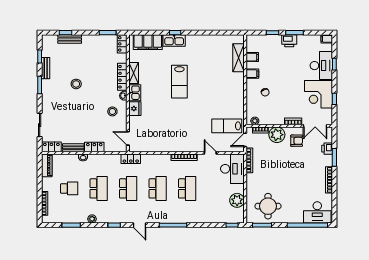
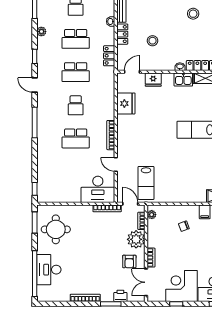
fridge: (135, 109) -> (153, 80), moved
stool: (112, 111) -> (153, 41), moved
lab bench: (227, 126) -> (146, 183), turned 180
fridge: (156, 144) -> (126, 103), added
door: (210, 153) -> (116, 164), swing flipped
locker: (131, 159) -> (109, 56), moved
school desk: (158, 188) -> (76, 105), width x0.54
plant: (237, 200) -> (62, 195), removed
desk: (317, 212) -> (49, 270), moved
door: (140, 225) -> (35, 85), hinge flipped

